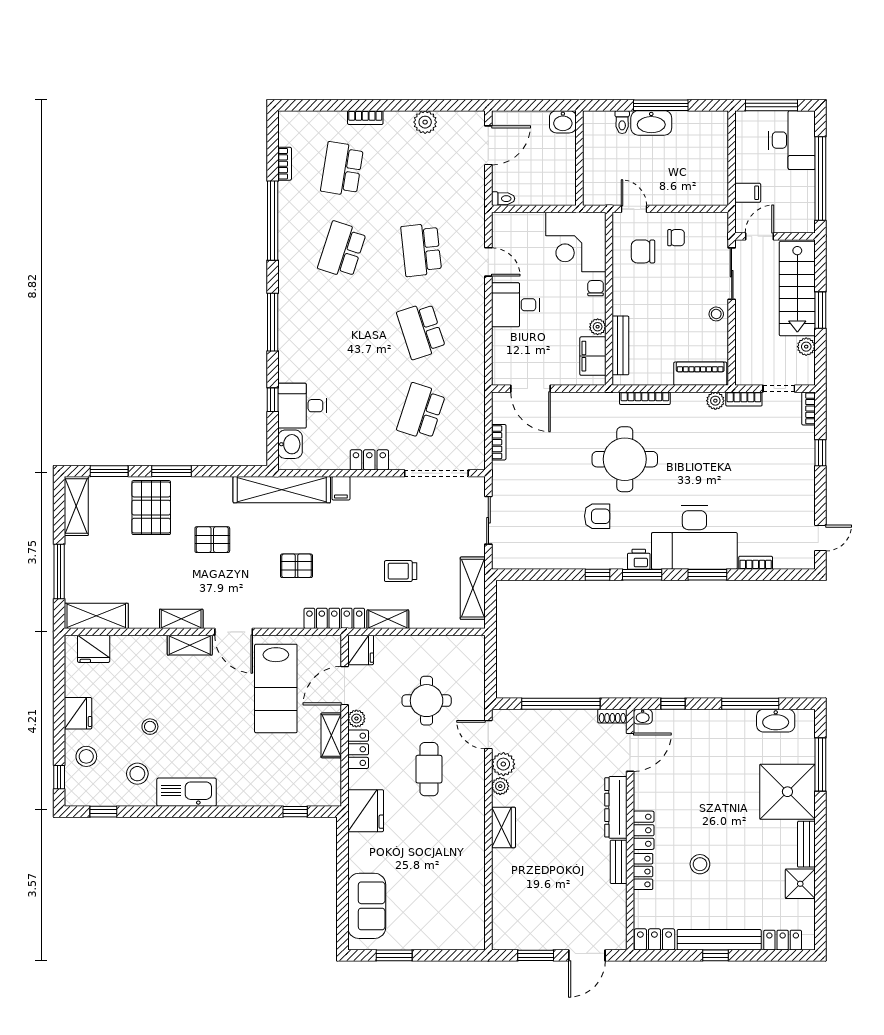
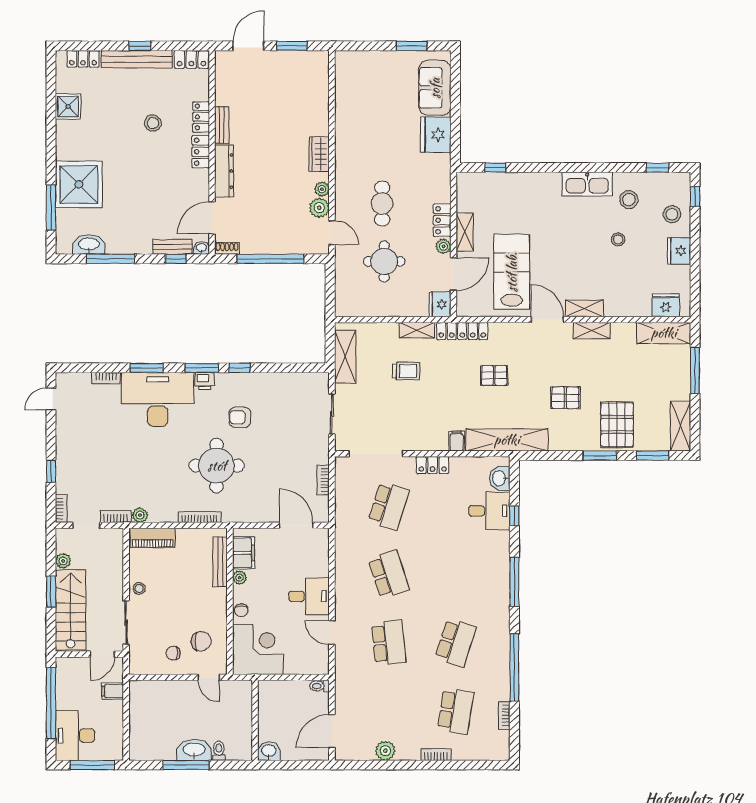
fridge: (366, 811) -> (436, 135), moved
bench: (806, 844) -> (172, 247), moved, turned 90

